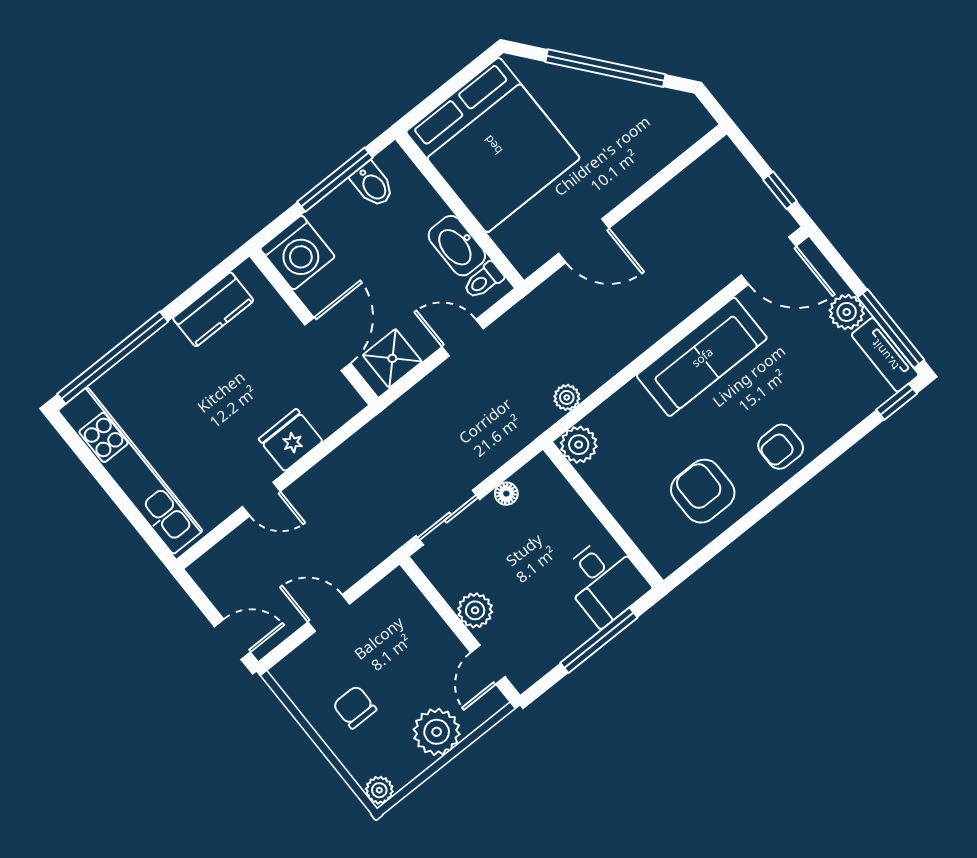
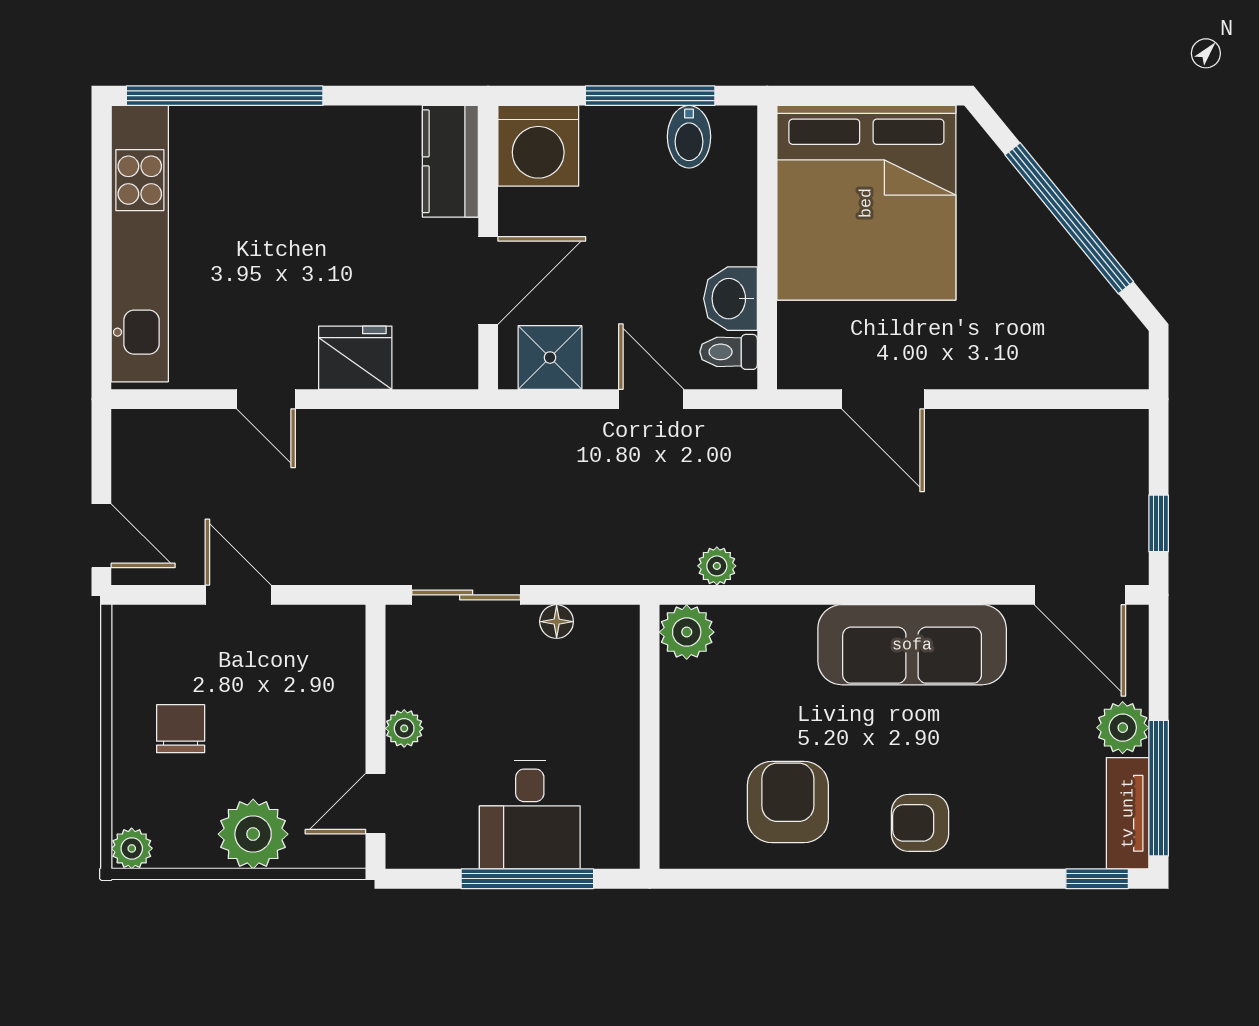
washbasin: (457, 246) -> (730, 299), width x0.72
kitchen counter: (213, 309) -> (450, 161), moved, turned 90
desk: (604, 581) -> (530, 815), moved
plant: (475, 610) -> (404, 728), width x0.73, depth x0.73

